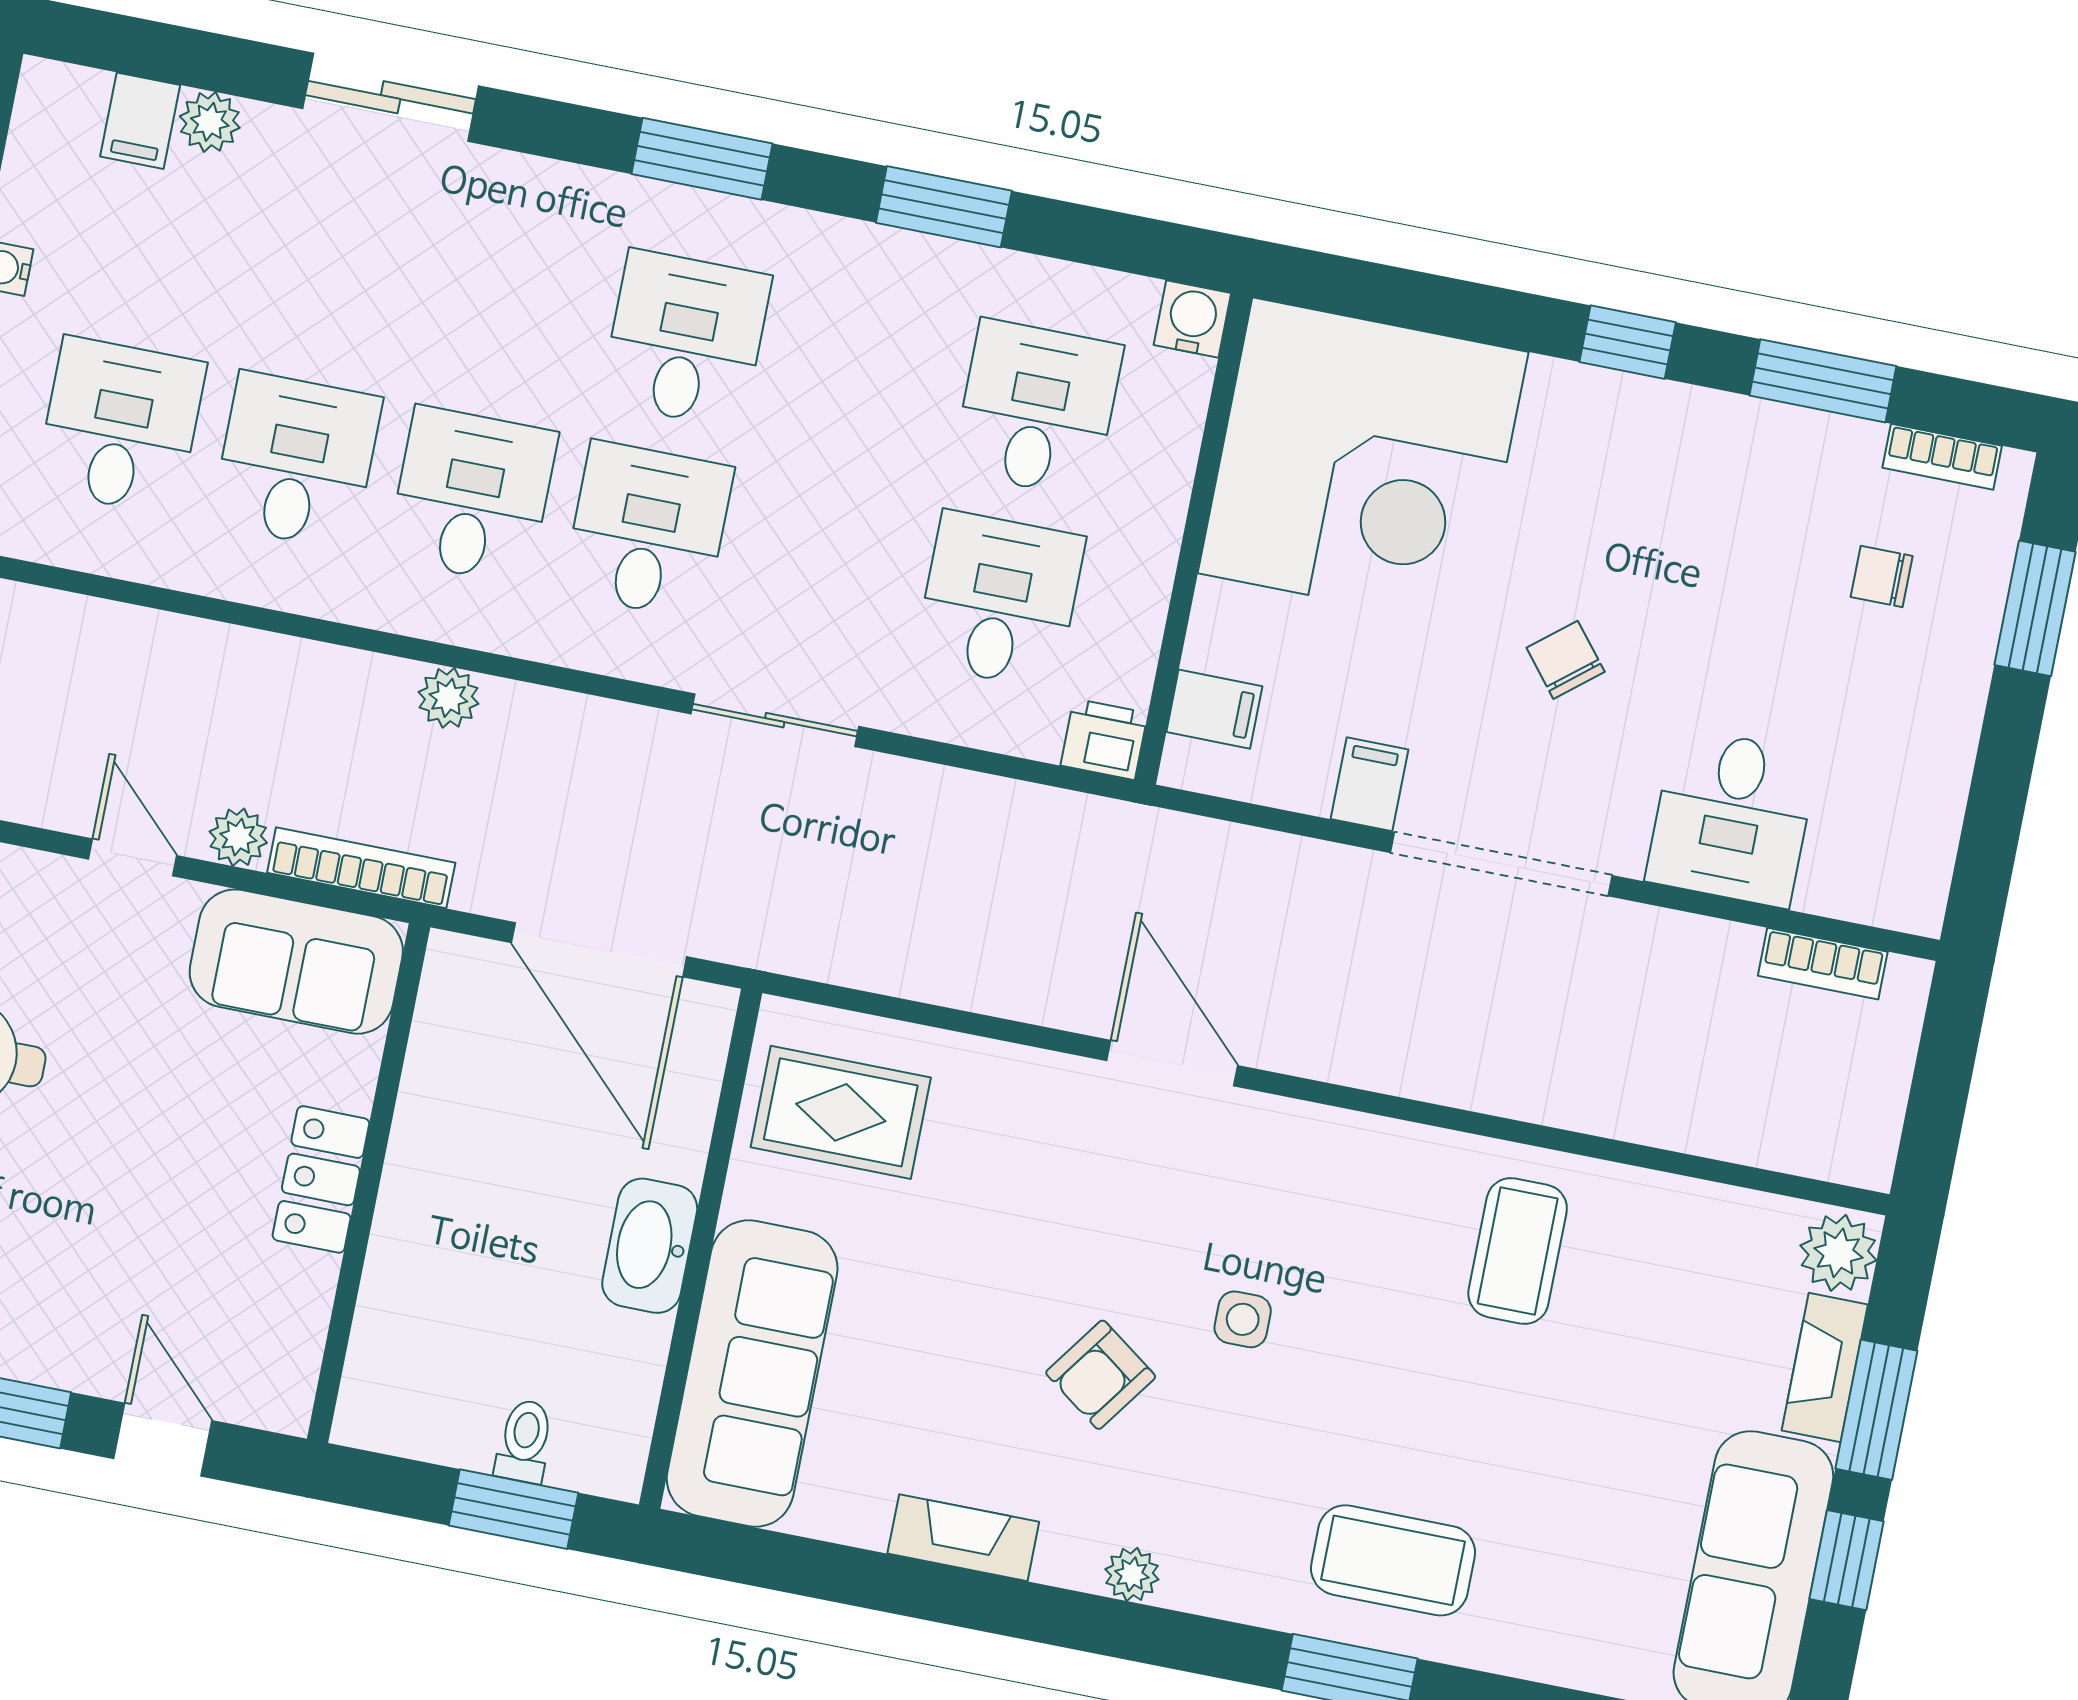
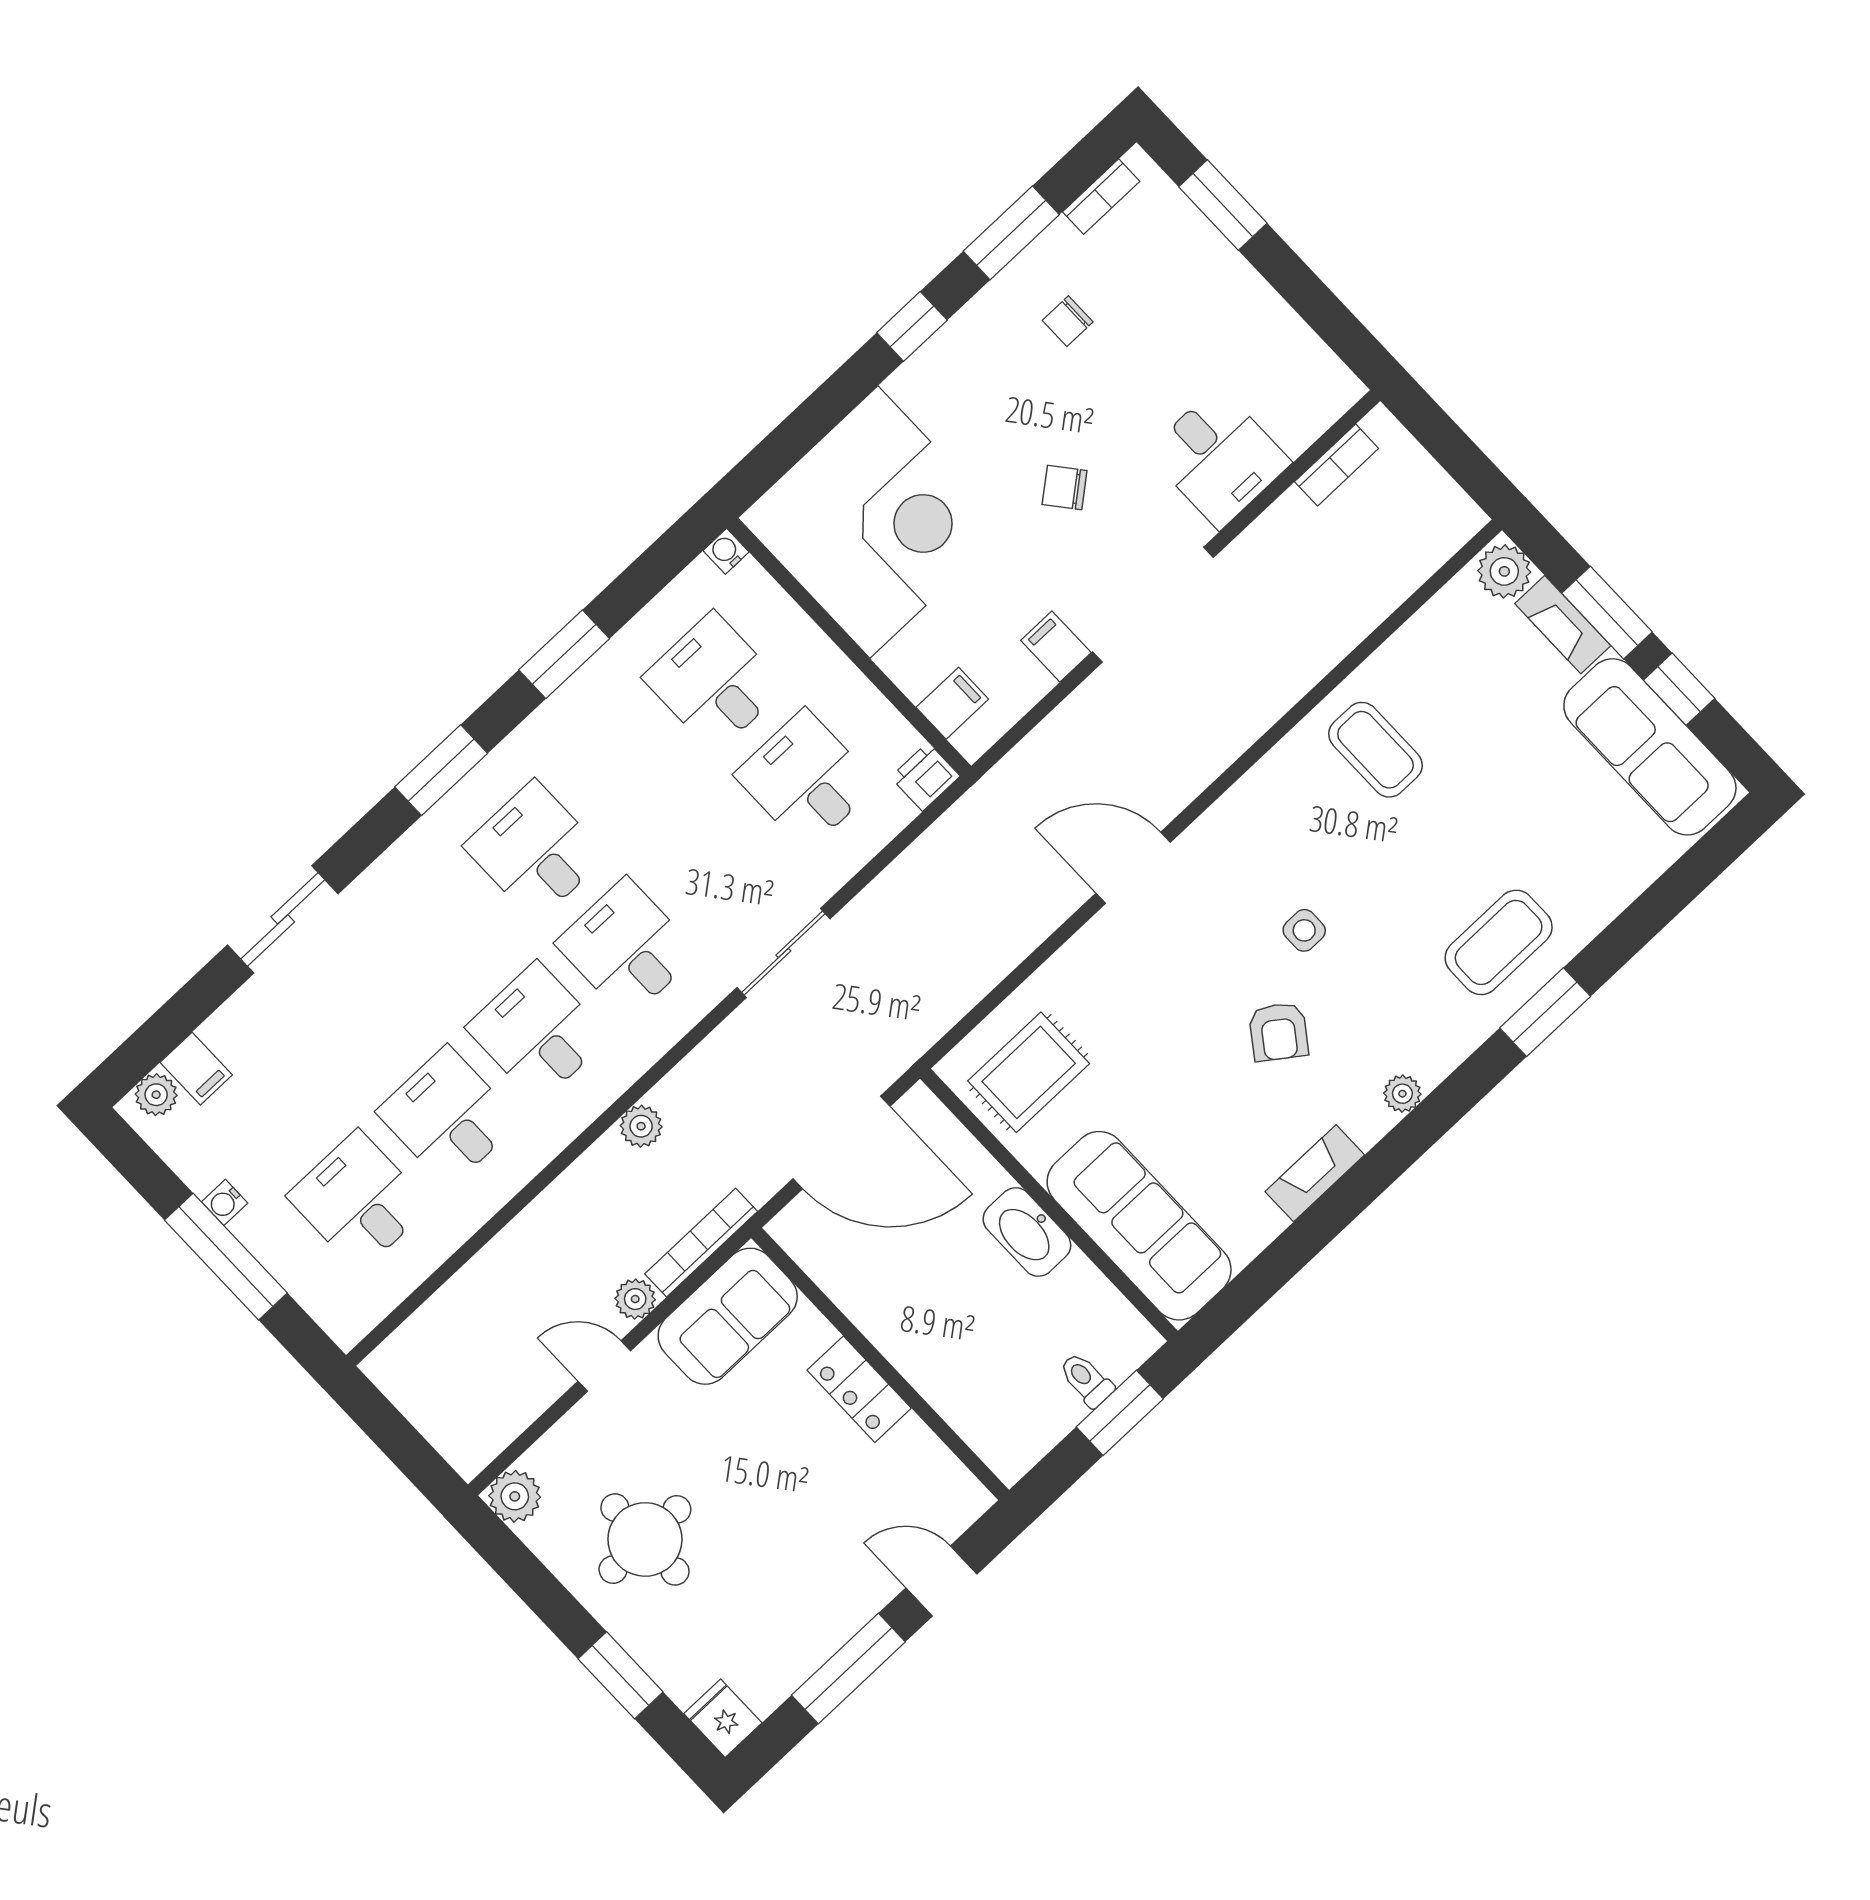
plant: (210, 122) -> (156, 1095), moved
water cooler: (1192, 319) -> (726, 551), width x0.72, depth x0.72
chair: (1882, 576) -> (1068, 321), moved

